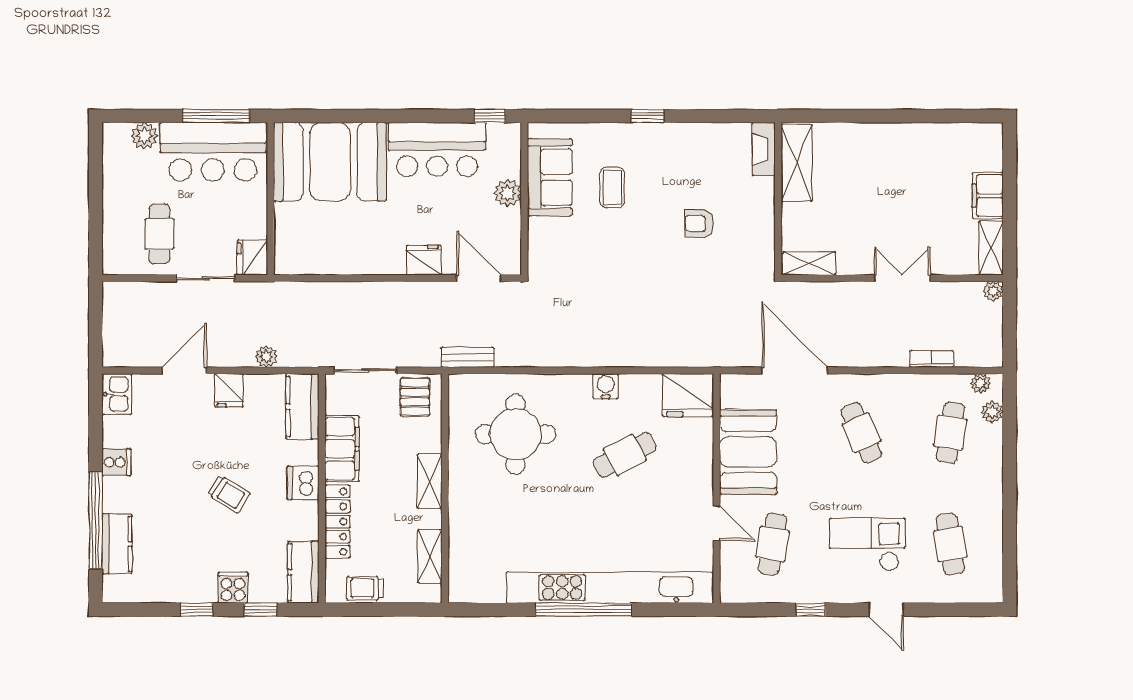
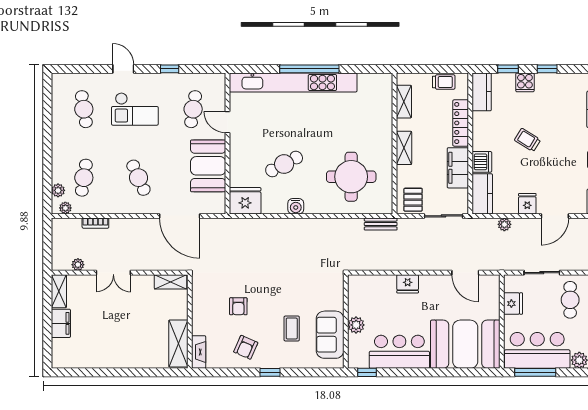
armchair: (687, 157) -> (246, 347), added
armchair: (699, 223) -> (238, 306), turned 90
fridge: (252, 257) -> (513, 304), moved
door: (479, 278) -> (465, 273), moved
plant: (993, 291) -> (78, 265), moved
dishwasher: (303, 483) -> (482, 162), moved

